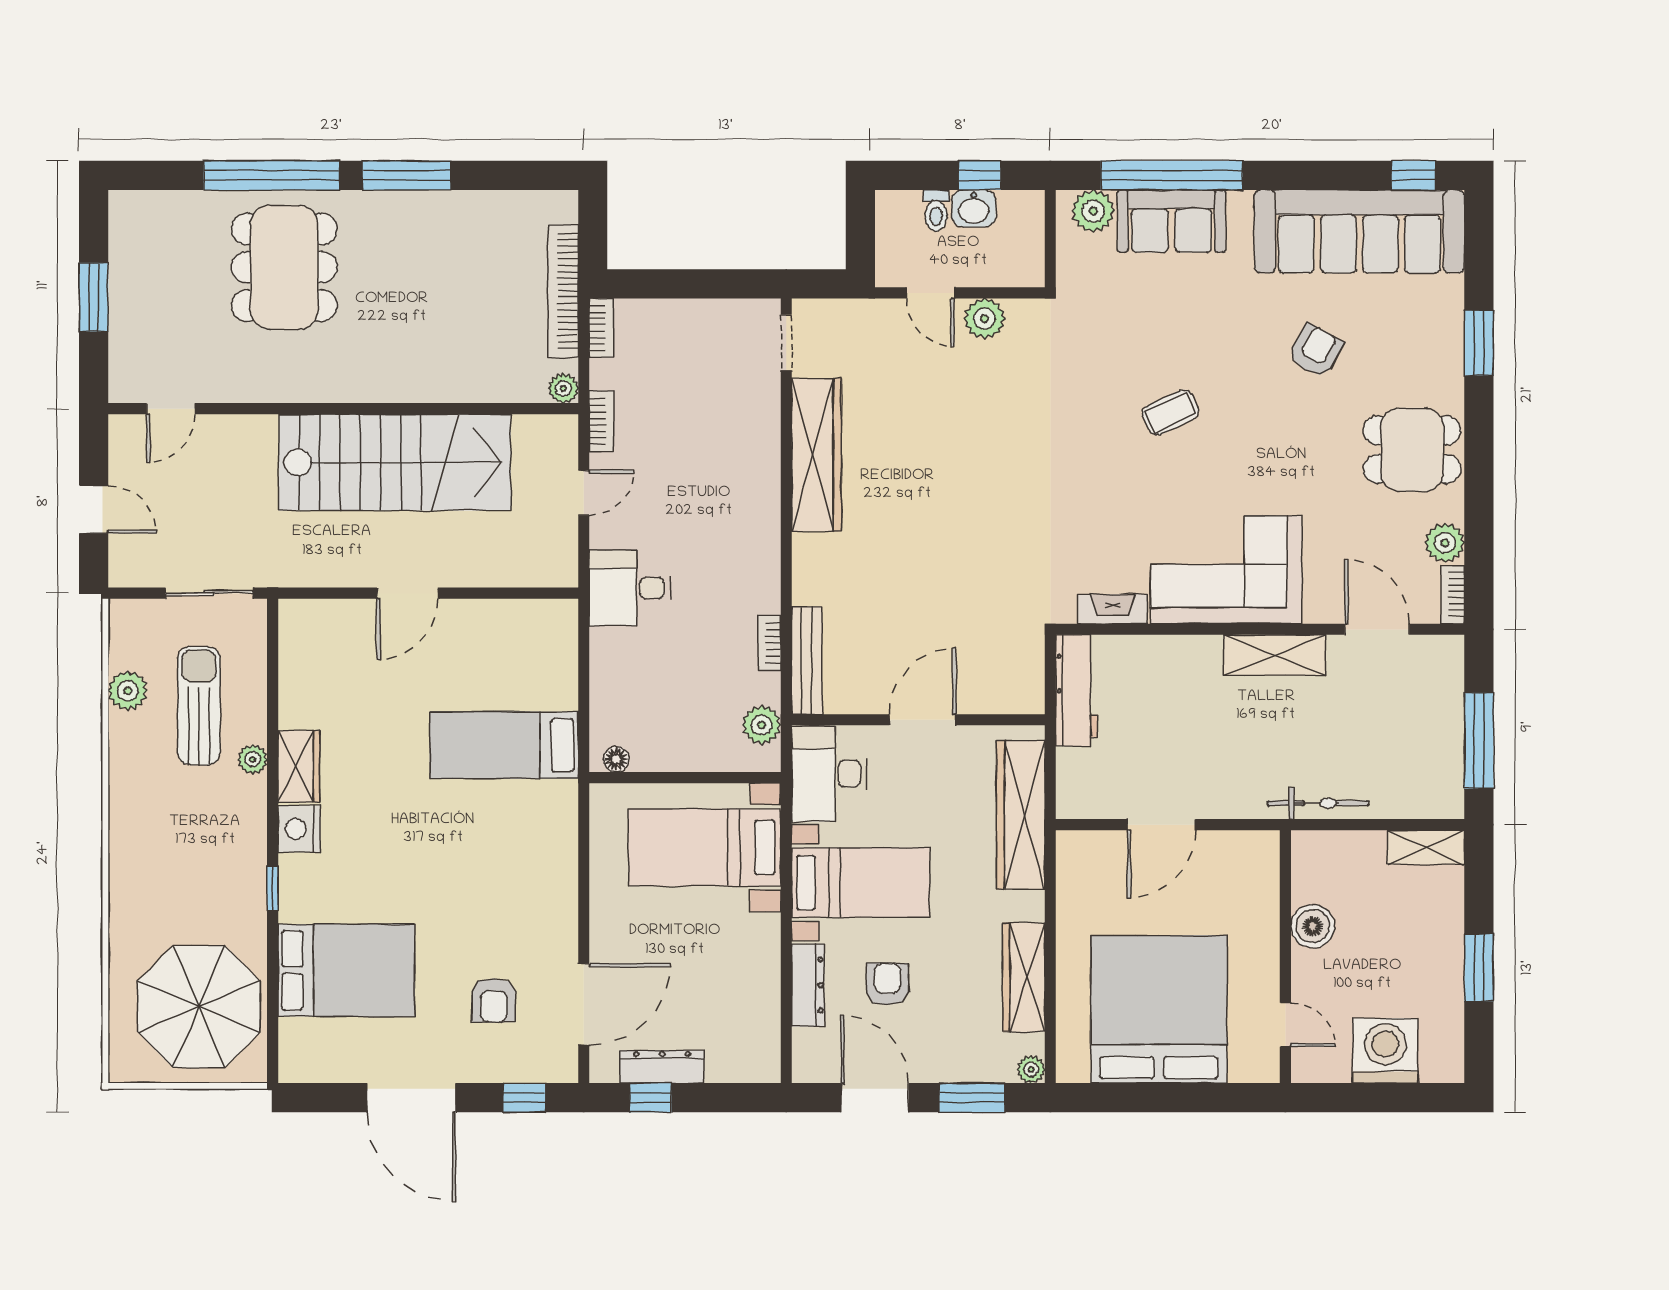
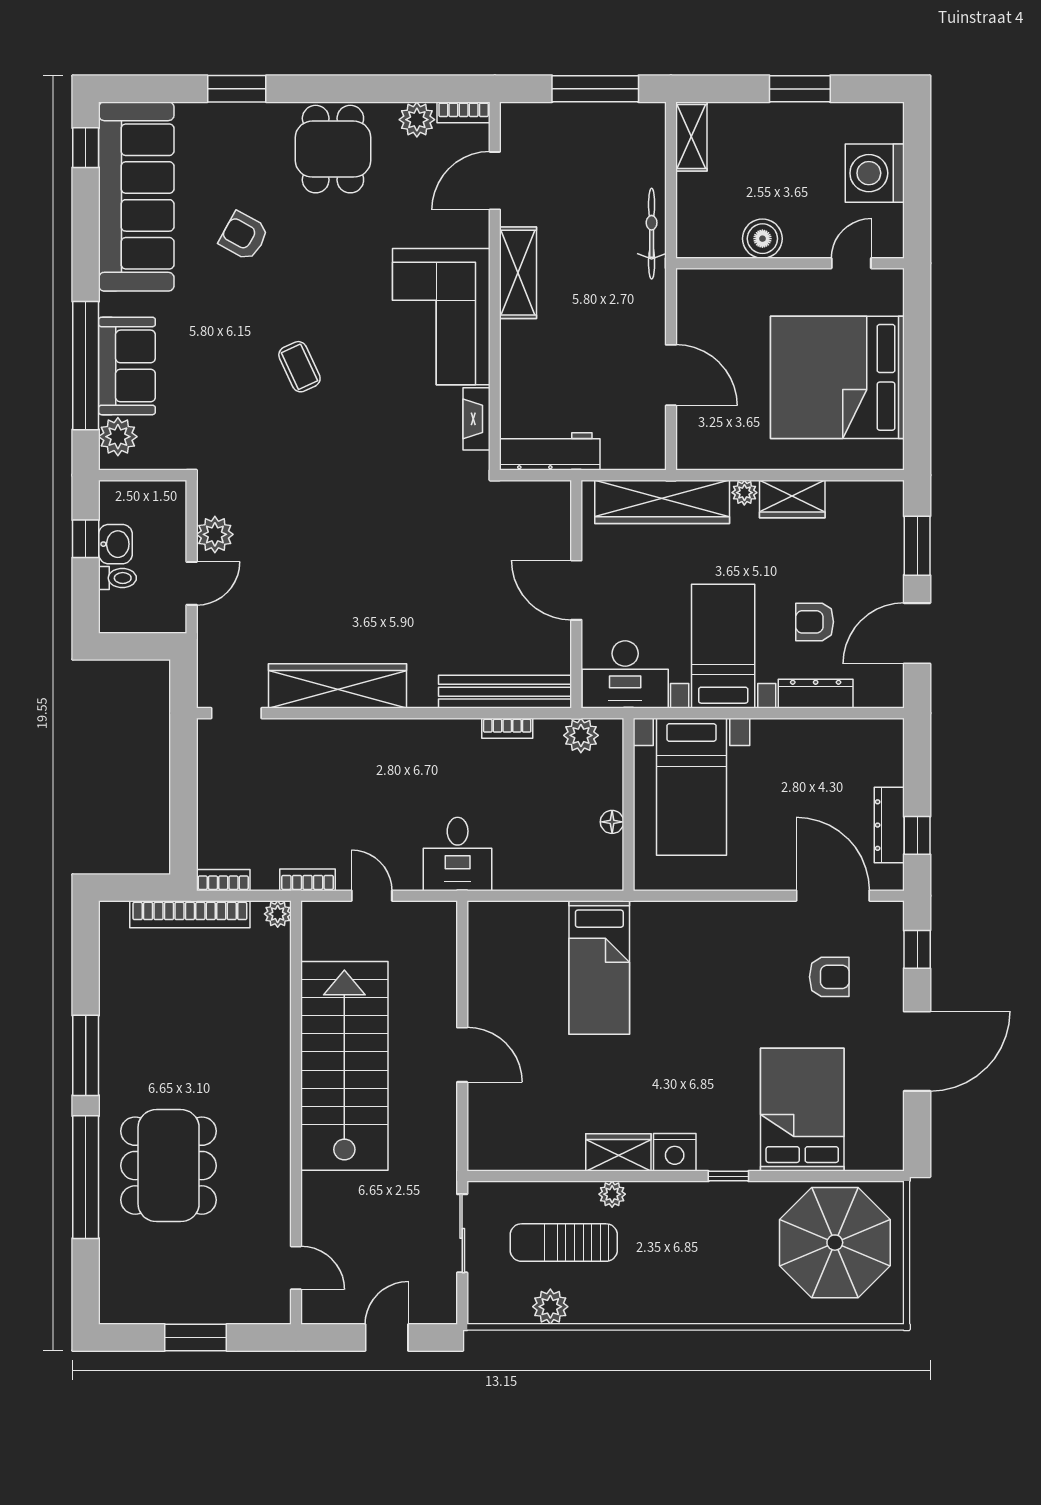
dining table: (284, 267) -> (169, 1166), turned 90
bench: (807, 660) -> (505, 692), width x1.37, depth x1.21
floor lamp: (616, 759) -> (612, 822), moved
wardrobe: (1024, 977) -> (792, 499), width x0.67
plant: (1031, 1069) -> (744, 493), moved

